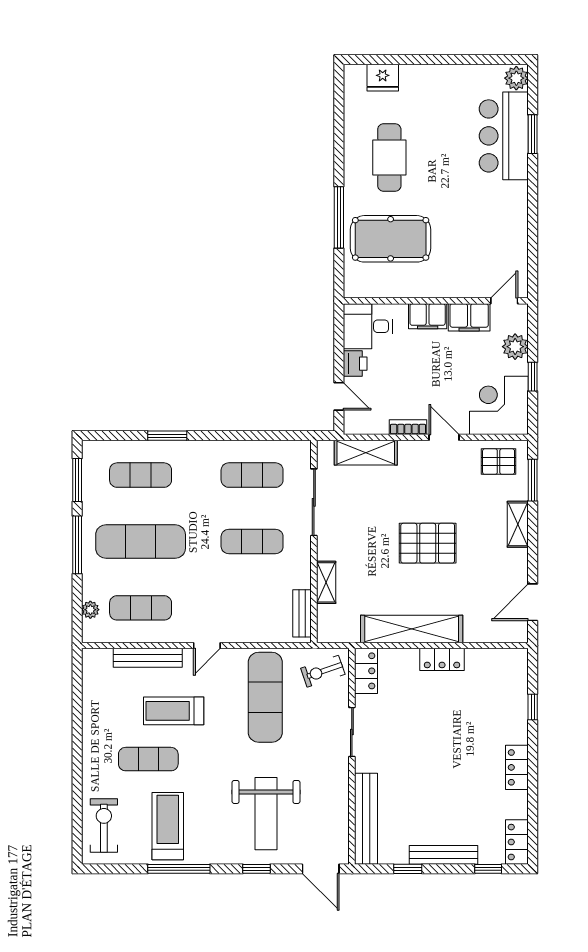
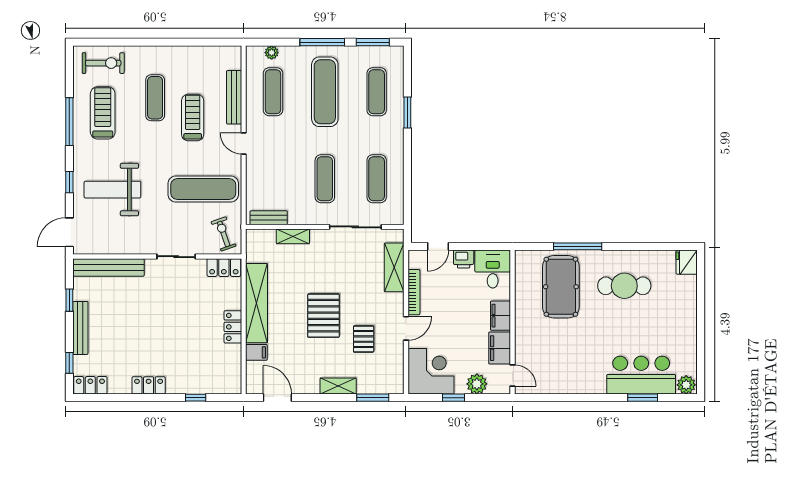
fridge: (383, 78) -> (687, 262), moved
bookcase: (408, 427) -> (414, 292), width x1.56
pallet: (499, 462) -> (364, 339), moved
filing cabinet: (475, 629) -> (256, 352), added
treadmill: (168, 826) -> (103, 113), turned -90

